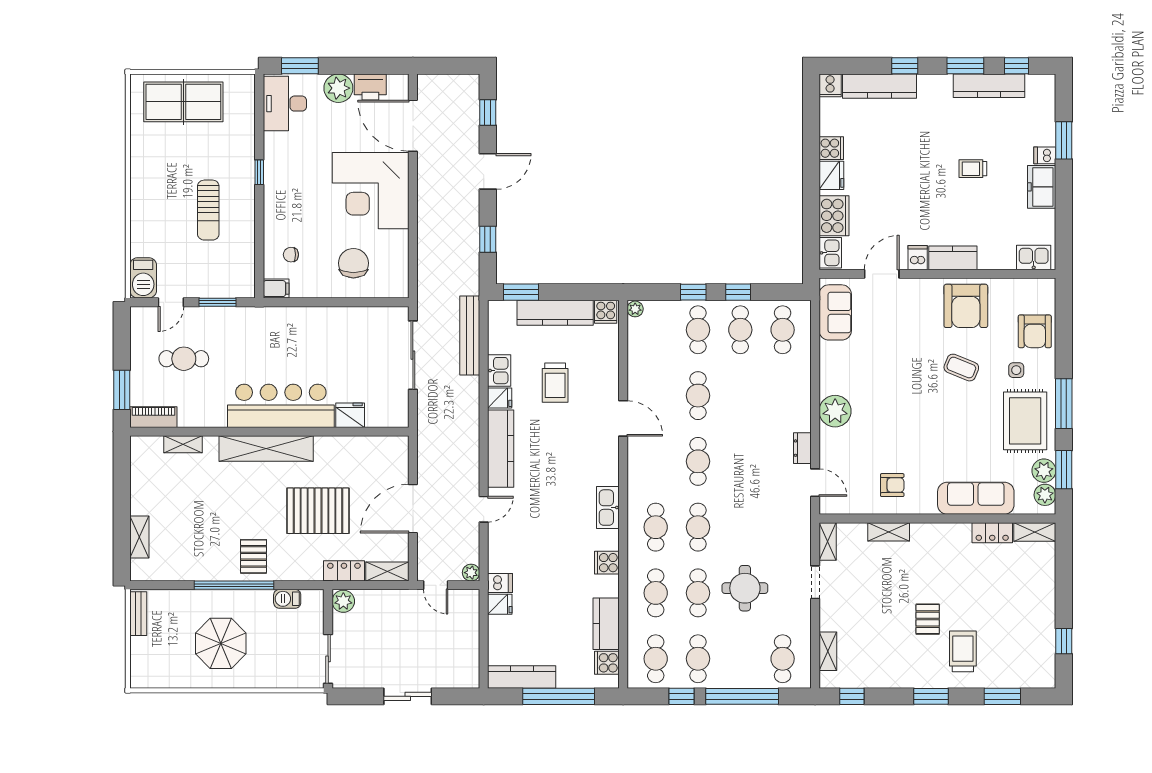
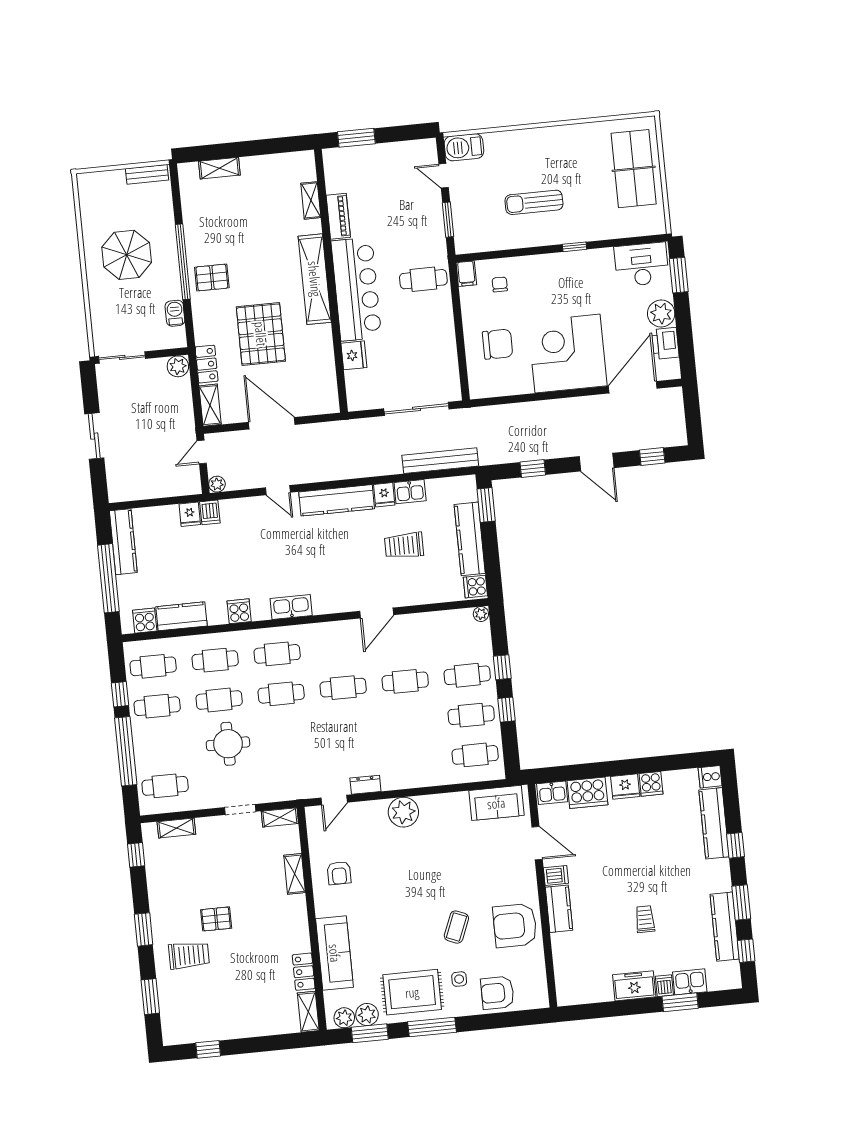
kitchen sink: (1034, 258) -> (690, 982), moved, turned -90
cafe table: (184, 359) -> (423, 279), moved, turned 90
piano: (153, 417) -> (338, 216), moved

